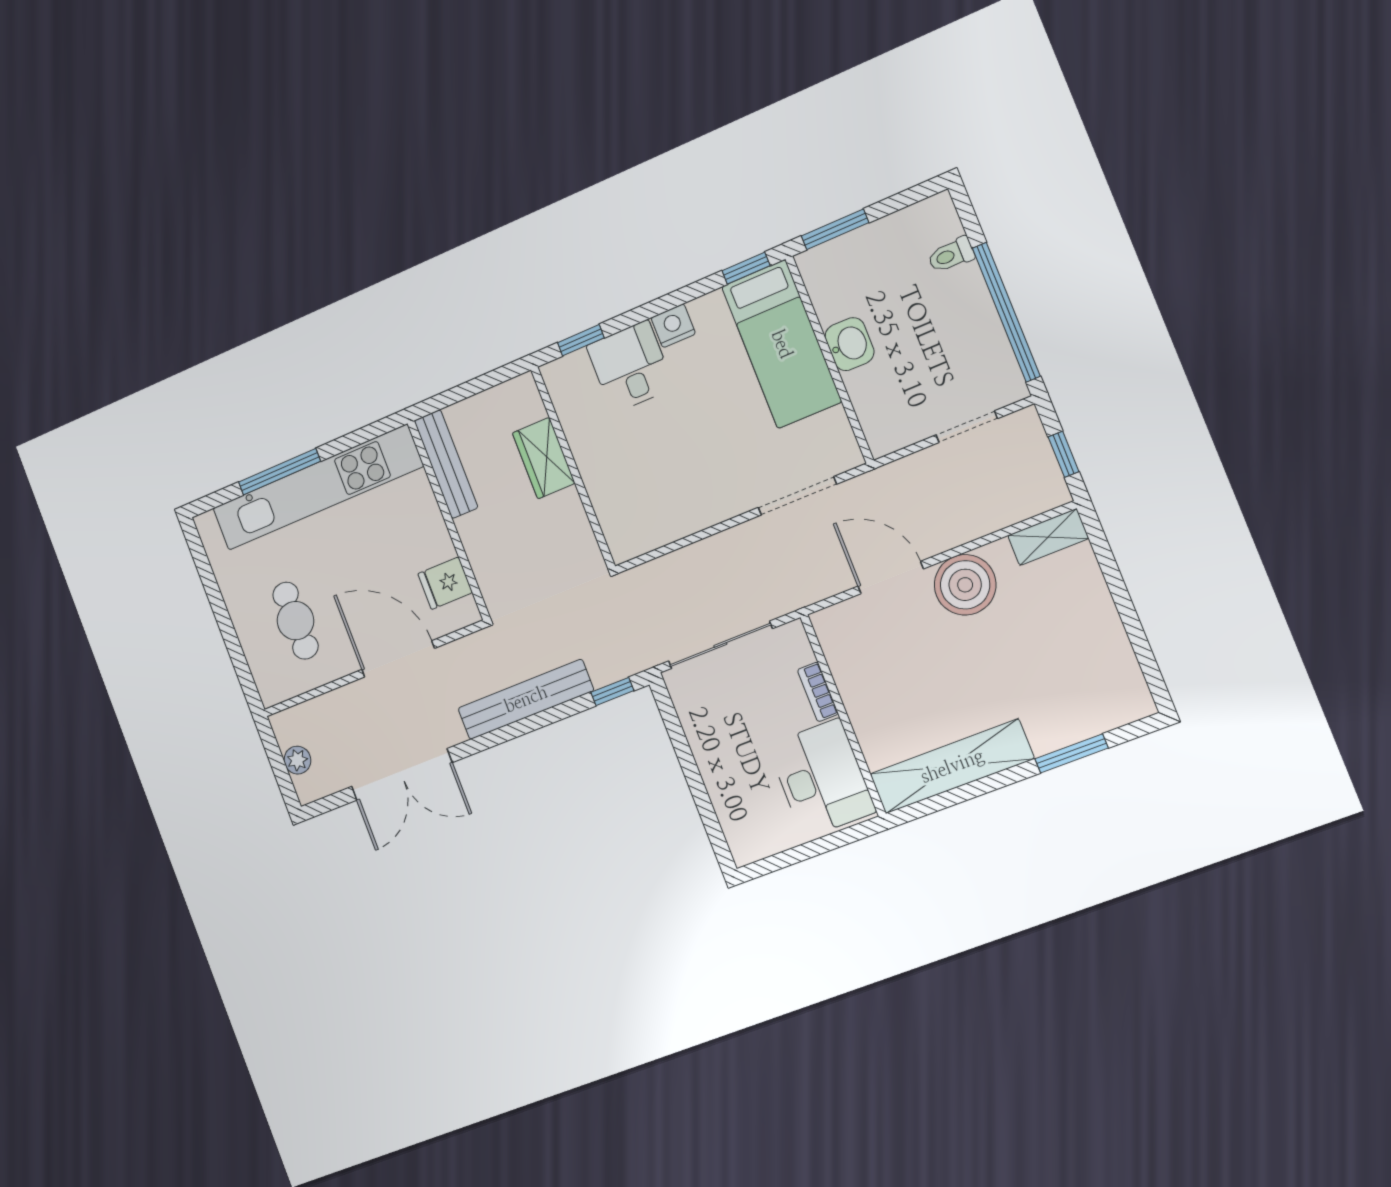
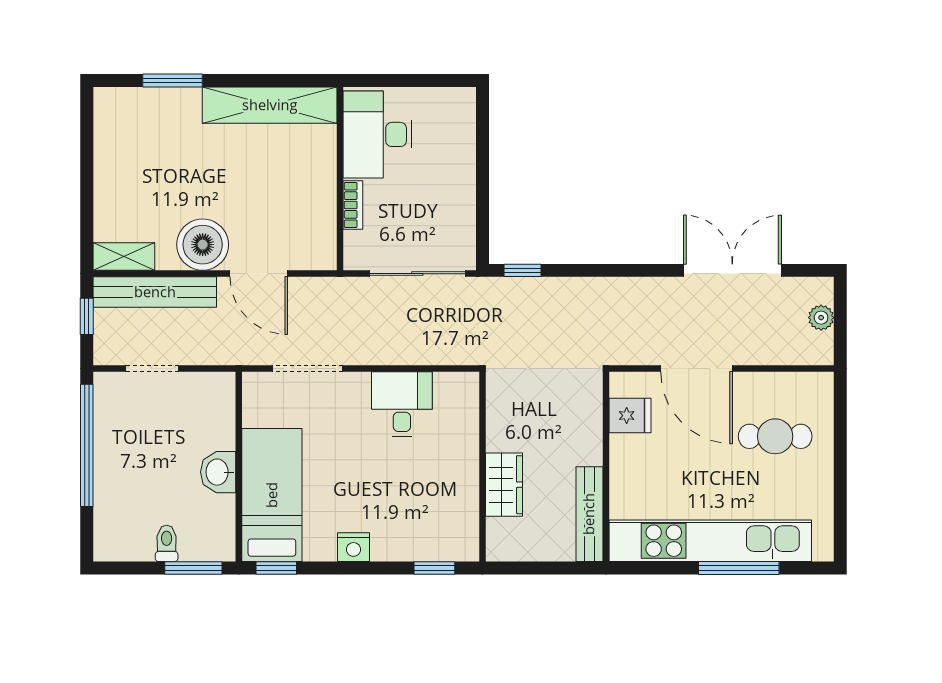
toilet: (951, 255) -> (167, 543), moved, turned -90
desk: (630, 367) -> (402, 404), moved, turned 180
cafe table: (295, 621) -> (775, 436), turned 90
bench: (526, 699) -> (155, 292), moved

